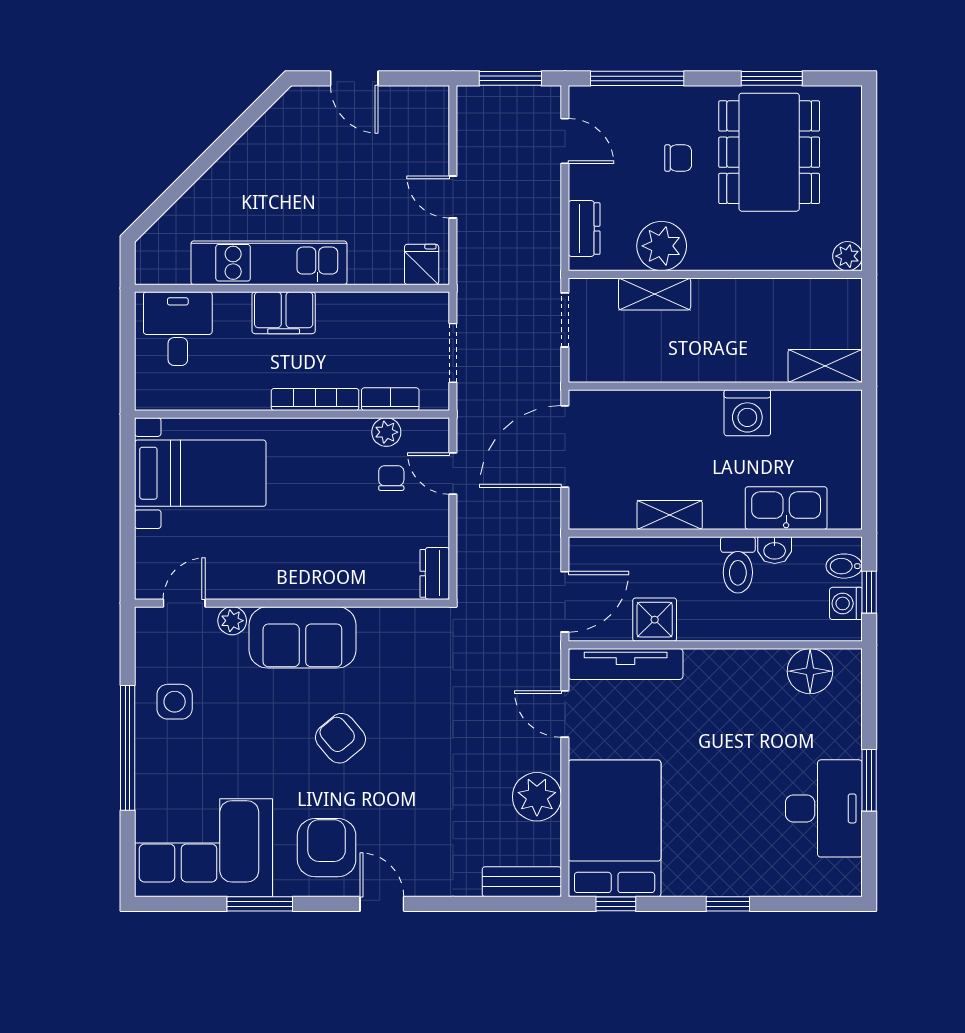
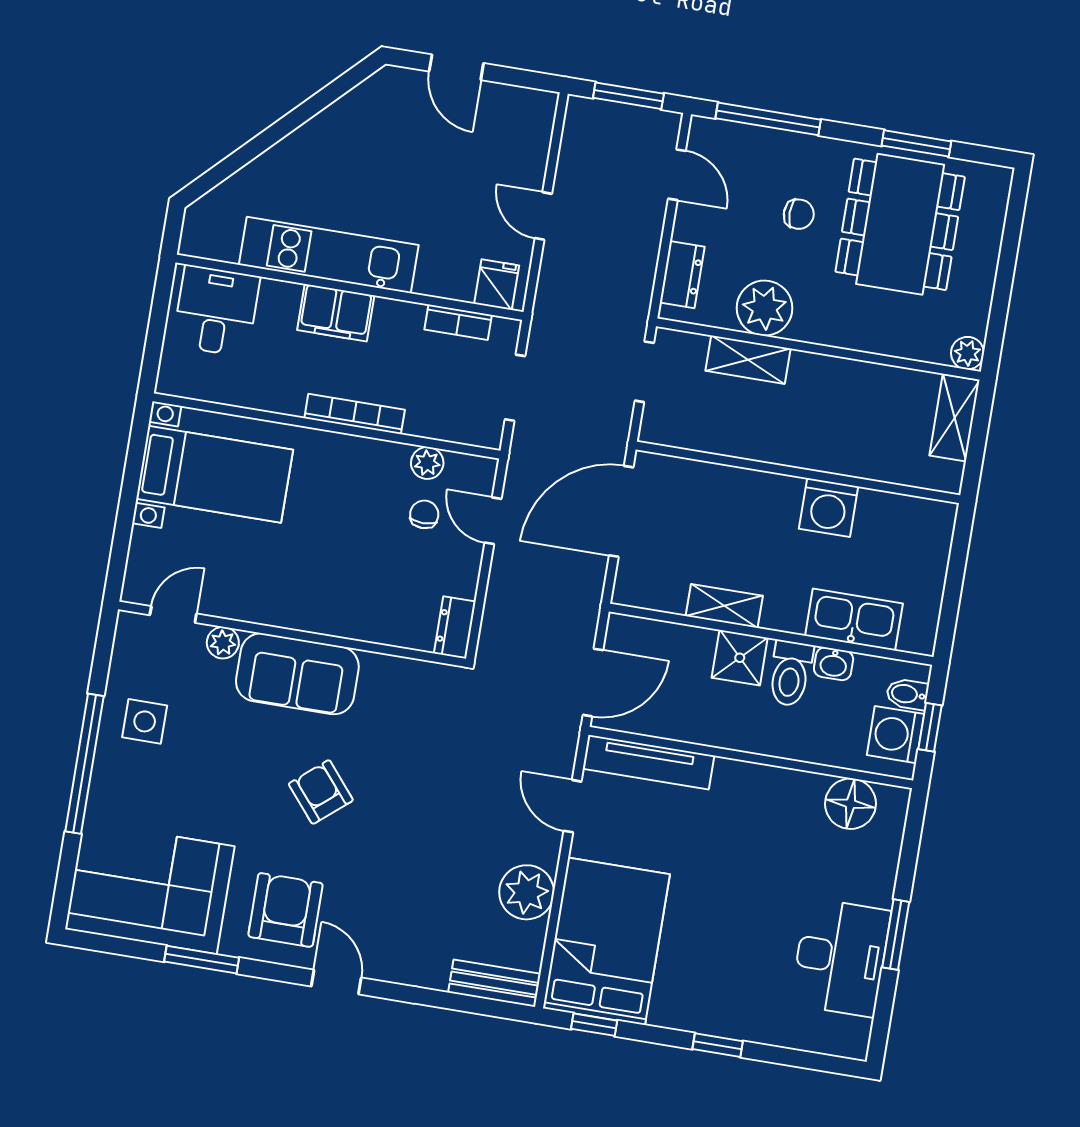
shelving: (825, 366) -> (954, 418), moved, turned 90
bookcase: (390, 399) -> (458, 322), moved, turned 180
washing machine: (846, 603) -> (896, 735), width x1.38, depth x1.38
shower: (655, 620) -> (740, 658), moved

